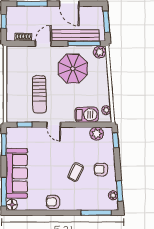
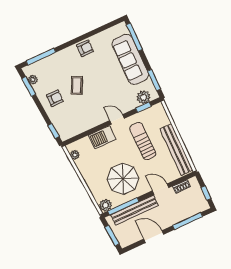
door: (43, 44) -> (161, 189), swing flipped
bench: (13, 73) -> (176, 150), added
barbecue: (87, 115) -> (102, 137), moved
plant: (97, 134) -> (144, 97), moved
floor lamp: (12, 205) -> (122, 28), removed

